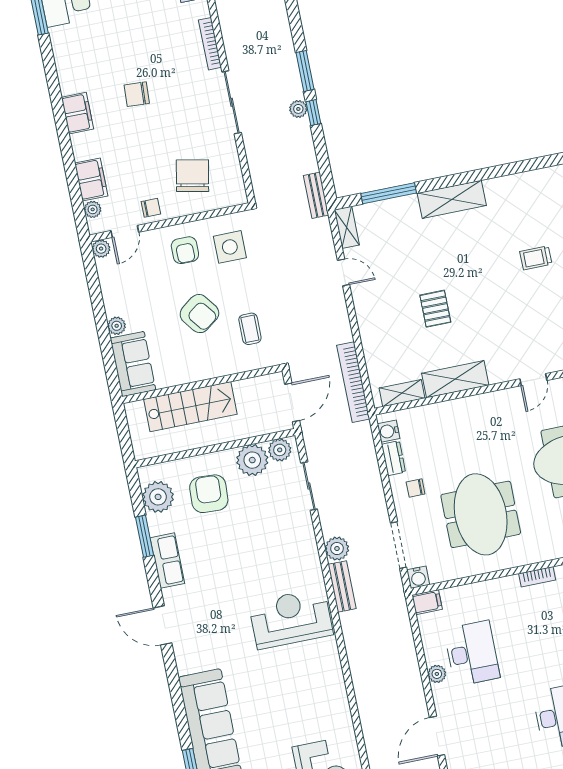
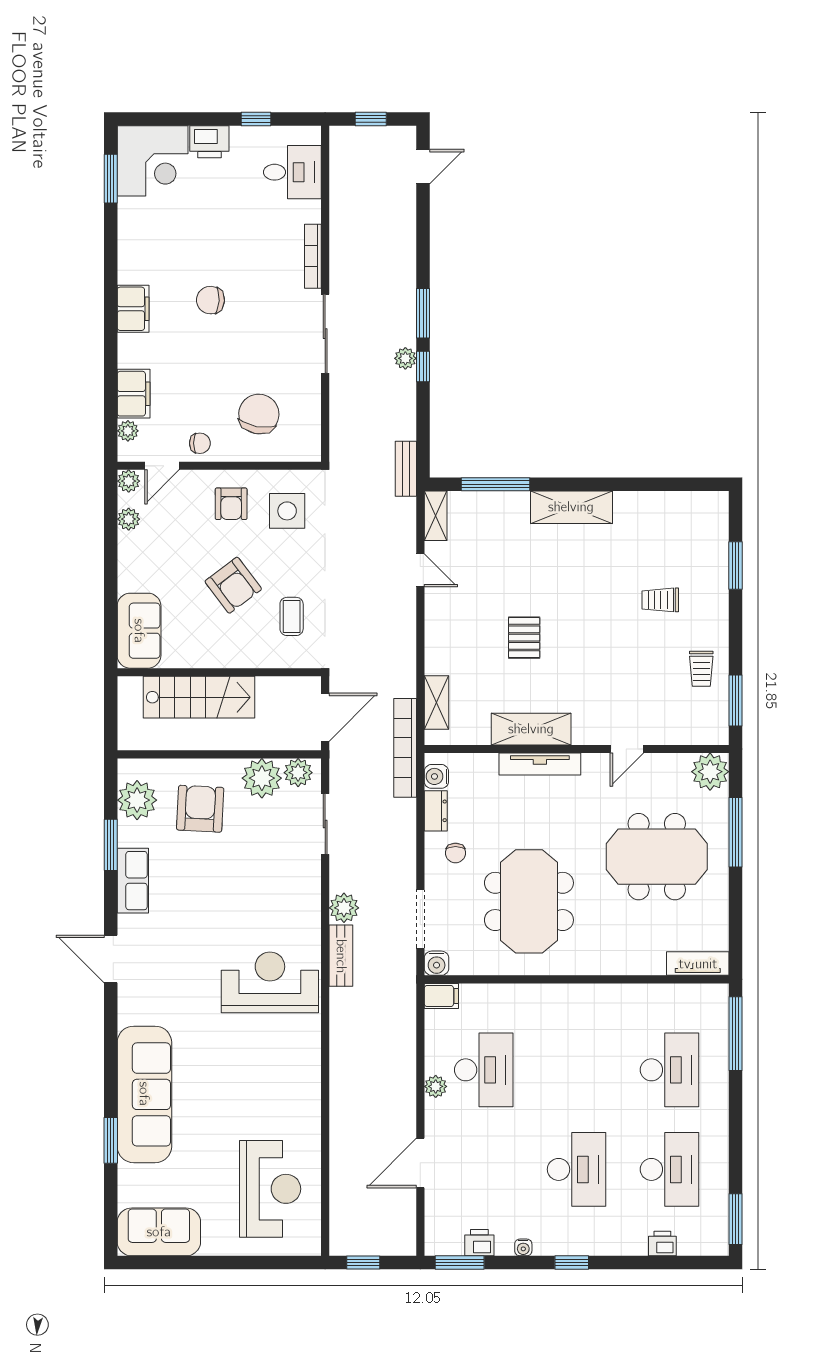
plant: (117, 326) -> (129, 519), moved
bookcase: (353, 382) -> (405, 748), moved
shelving: (402, 393) -> (436, 702), moved, turned 90
tv unit: (468, 405) -> (540, 764), added
chair: (416, 488) -> (455, 853), turned -90
bookcase: (537, 577) -> (583, 992), removed

